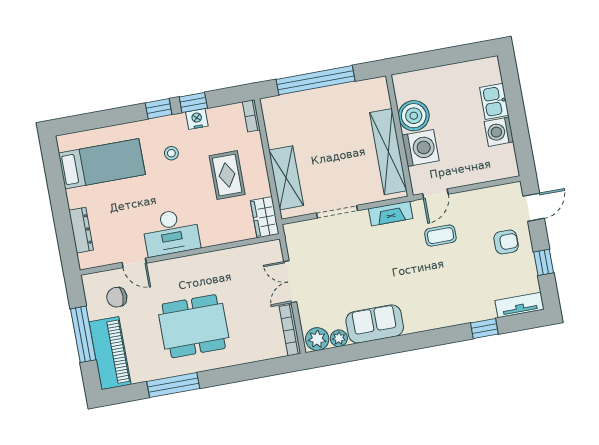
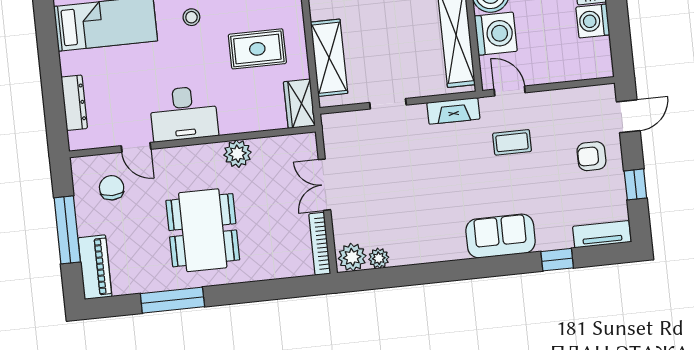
rug: (227, 175) -> (257, 49), turned 90
door: (435, 194) -> (510, 91), swing flipped
doorway: (337, 212) -> (388, 104), width x0.73
armchair: (506, 242) -> (591, 156), turned 180
plant: (217, 262) -> (237, 154), added
chair: (117, 297) -> (112, 188), turned 90
sofa: (375, 324) -> (501, 236), moved
dining table: (194, 326) -> (203, 230), turned 90
piano: (110, 353) -> (95, 267), width x0.73, depth x0.75

